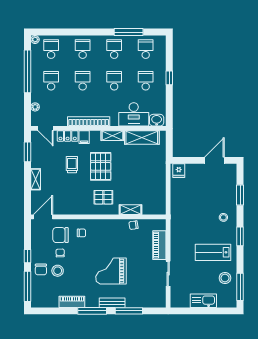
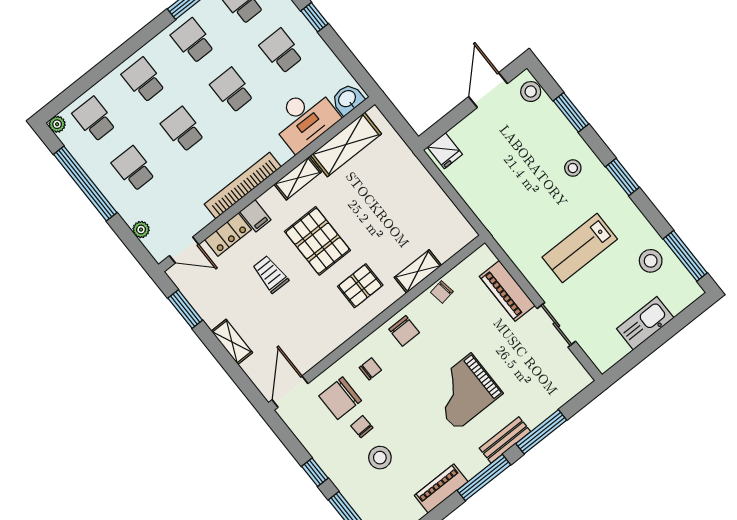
stool: (231, 174) -> (531, 92), added
lab bench: (213, 252) -> (580, 248), moved
chair: (41, 269) -> (404, 331), moved

